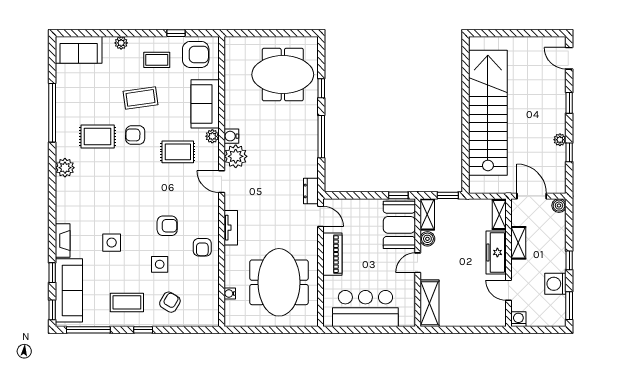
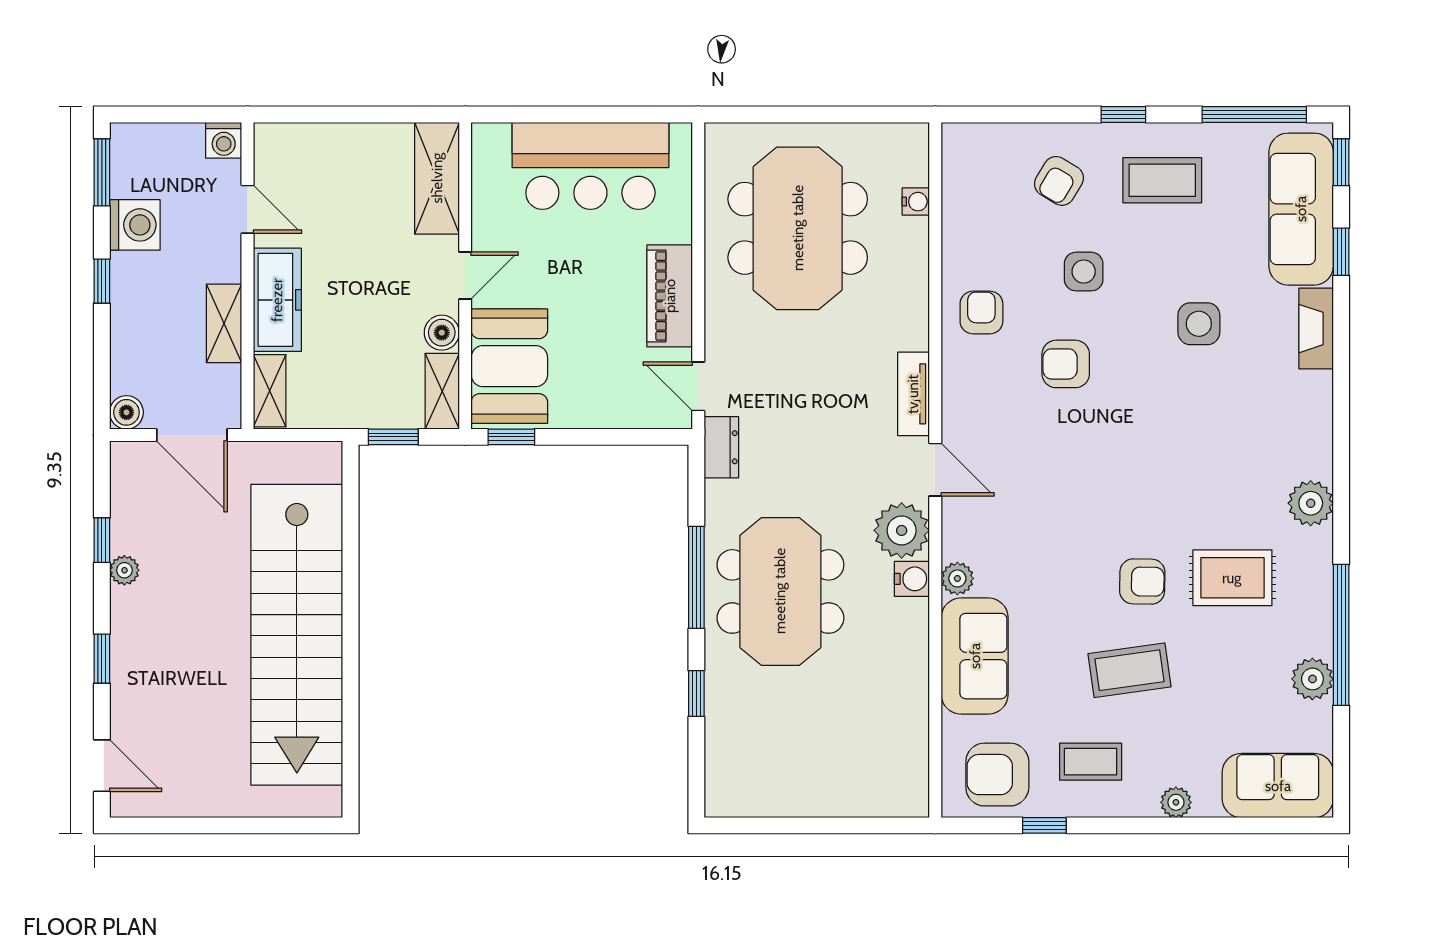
meeting table: (283, 75) -> (780, 591), moved, turned 90
plant: (64, 94) -> (1312, 679), added
rug: (178, 152) -> (1040, 541), removed
tv unit: (231, 228) -> (913, 394), moved

